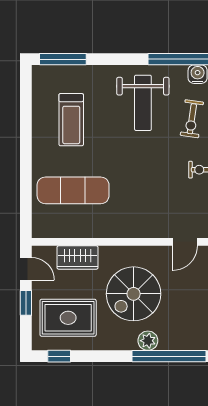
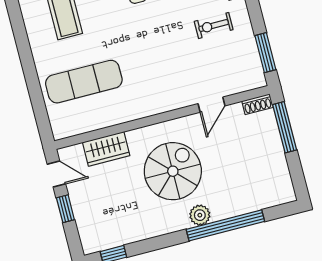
spiral stairs: (134, 294) -> (173, 171), turned 180
rug: (68, 318) -> (112, 213), removed

